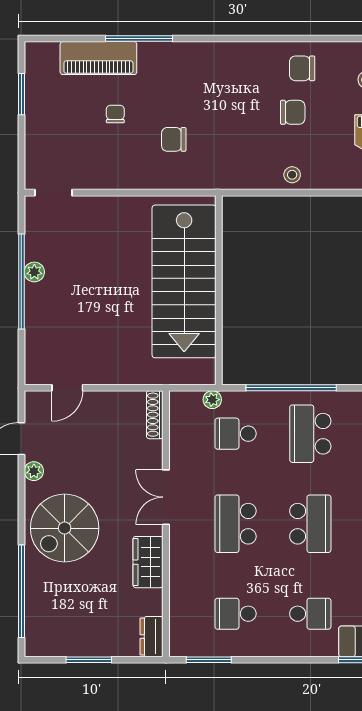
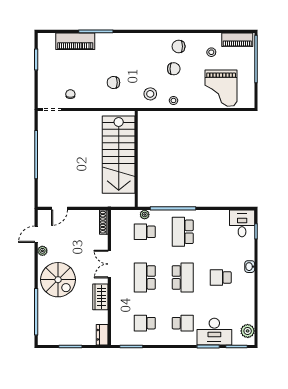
chair: (115, 114) -> (70, 94), moved
stool: (246, 162) -> (150, 94), added
plant: (34, 272) -> (43, 150), removed
plant: (212, 400) -> (145, 215), moved
spiral stairs: (65, 528) -> (58, 280), turned -90

